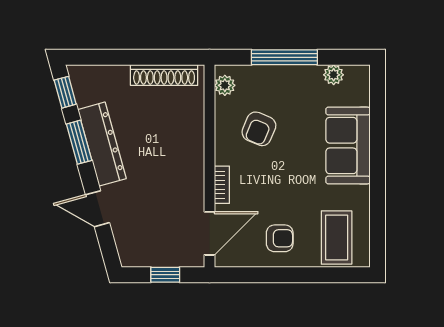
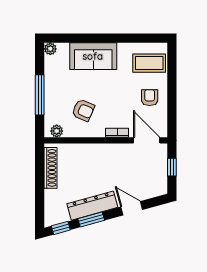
plant: (334, 75) -> (50, 49), moved
door: (98, 209) -> (132, 208), swing flipped

